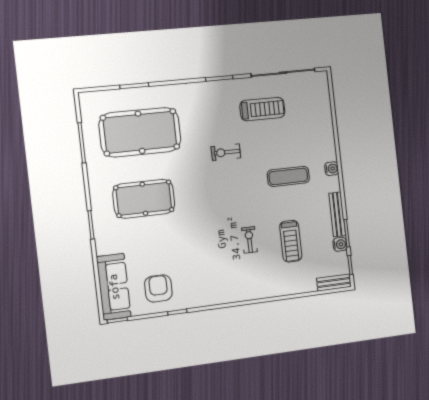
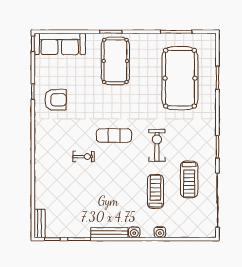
exercise bike: (226, 152) -> (157, 145), width x1.38, depth x1.39
exercise mat: (288, 176) -> (114, 136), moved, turned 90
pool table: (144, 199) -> (115, 61), moved
bench: (337, 214) -> (109, 233), moved
treadmill: (291, 241) -> (155, 192), moved, turned 90
water cooler: (340, 244) -> (160, 232), moved
armchair: (158, 288) -> (56, 100), moved

